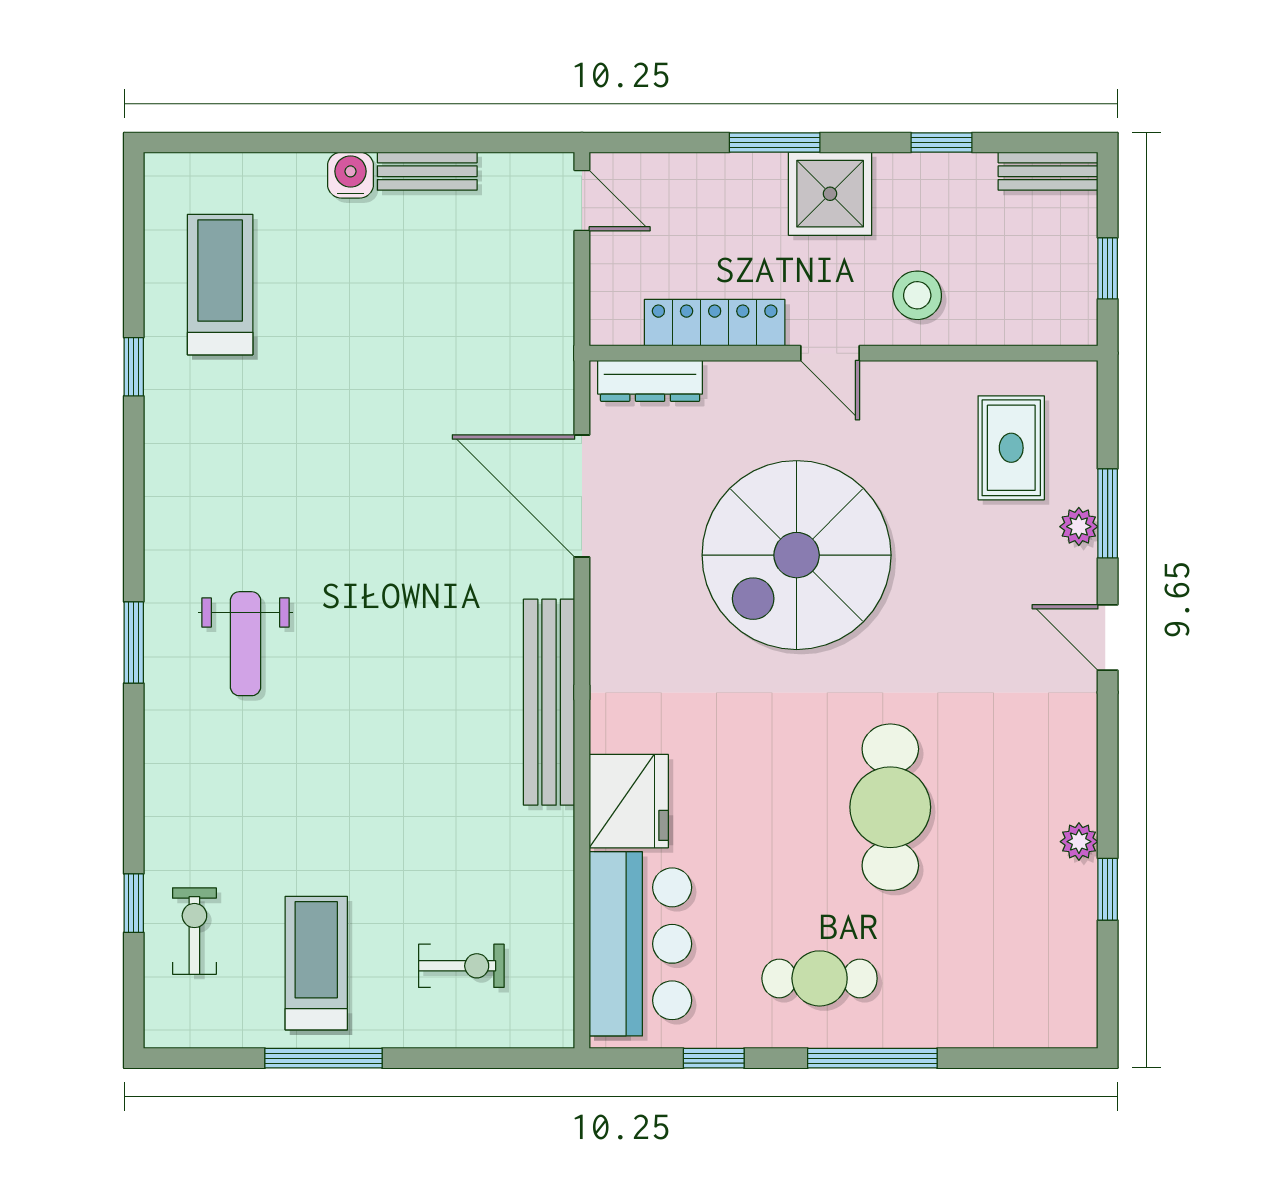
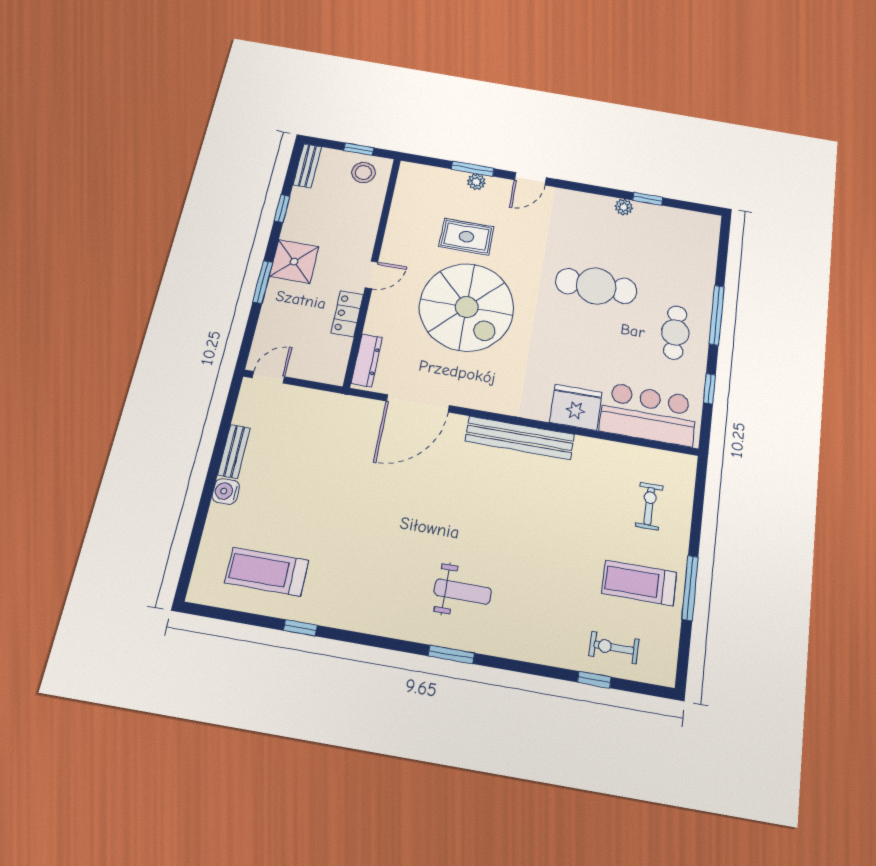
stool: (917, 295) -> (363, 172), moved
locker: (715, 323) -> (347, 314), width x0.66
rug: (1011, 448) -> (466, 237), moved

